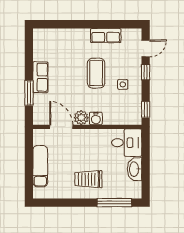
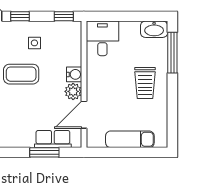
row of seats: (40, 77) -> (53, 139), moved
washbasin: (134, 169) -> (154, 29), moved

